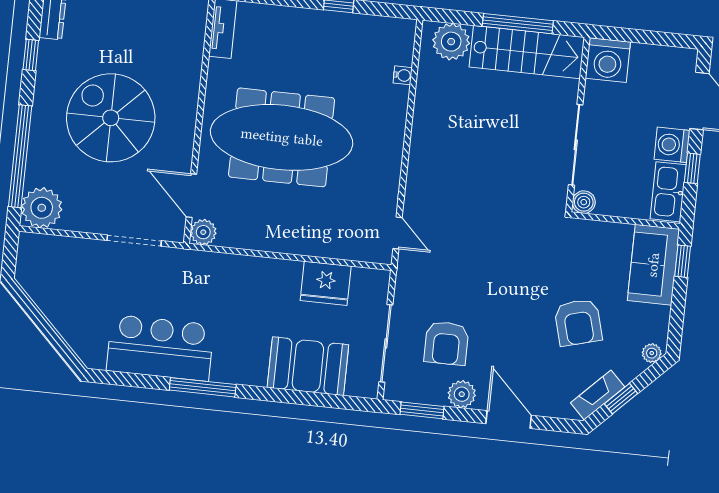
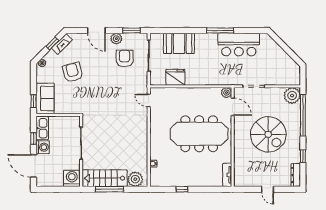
boiler: (584, 202) -> (76, 121), removed

